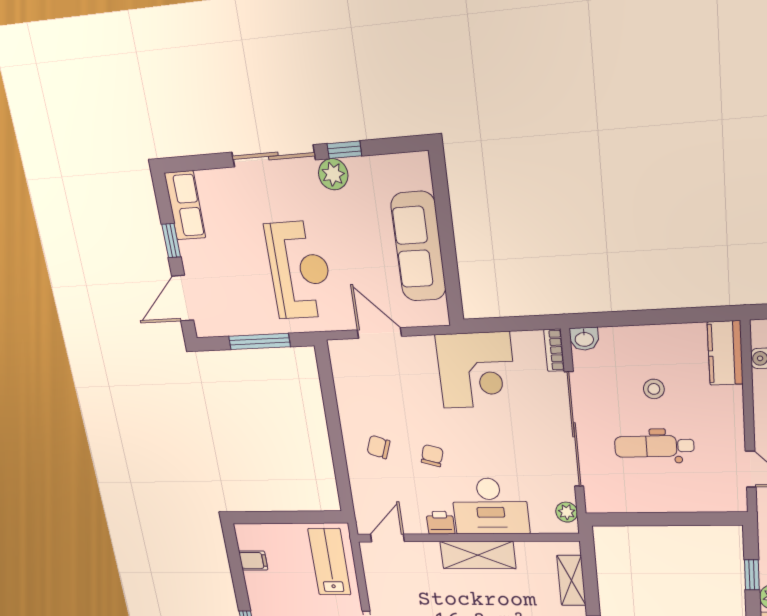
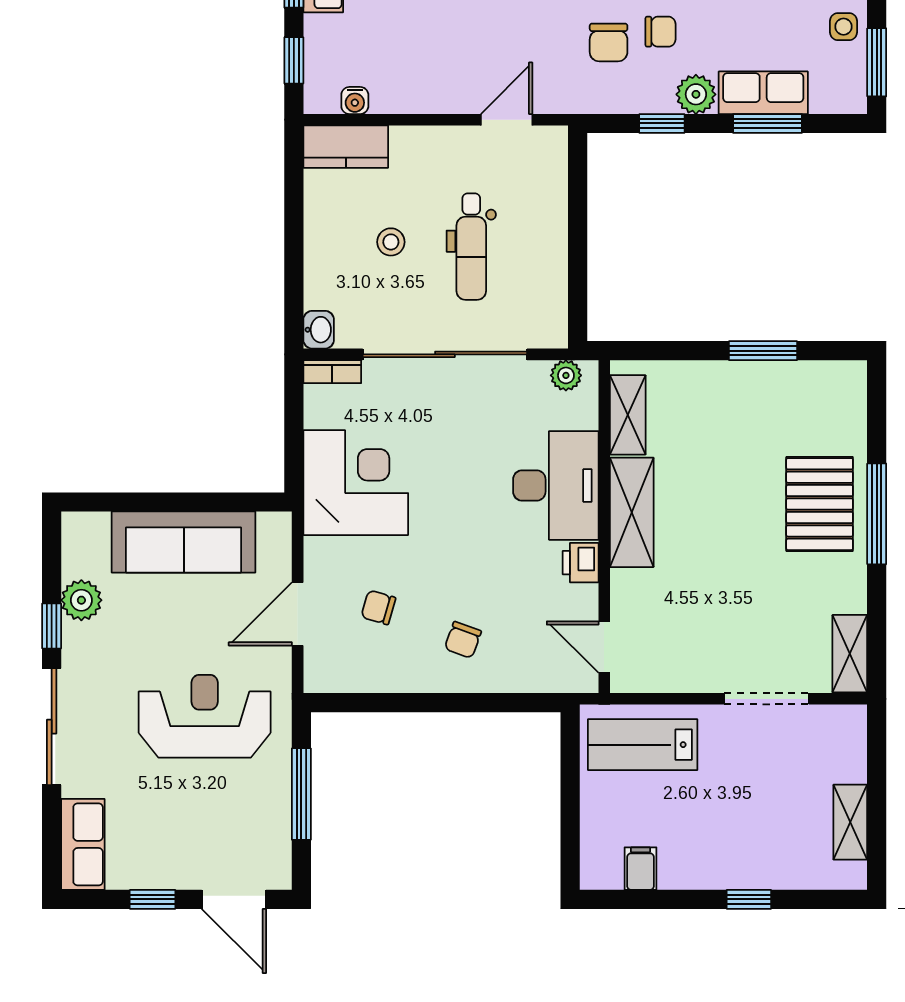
plant: (333, 174) -> (81, 600), moved
row of seats: (185, 205) -> (83, 844), moved, turned 90
chair: (432, 456) -> (378, 607), moved
shelving: (571, 580) -> (628, 415), moved, turned 90

